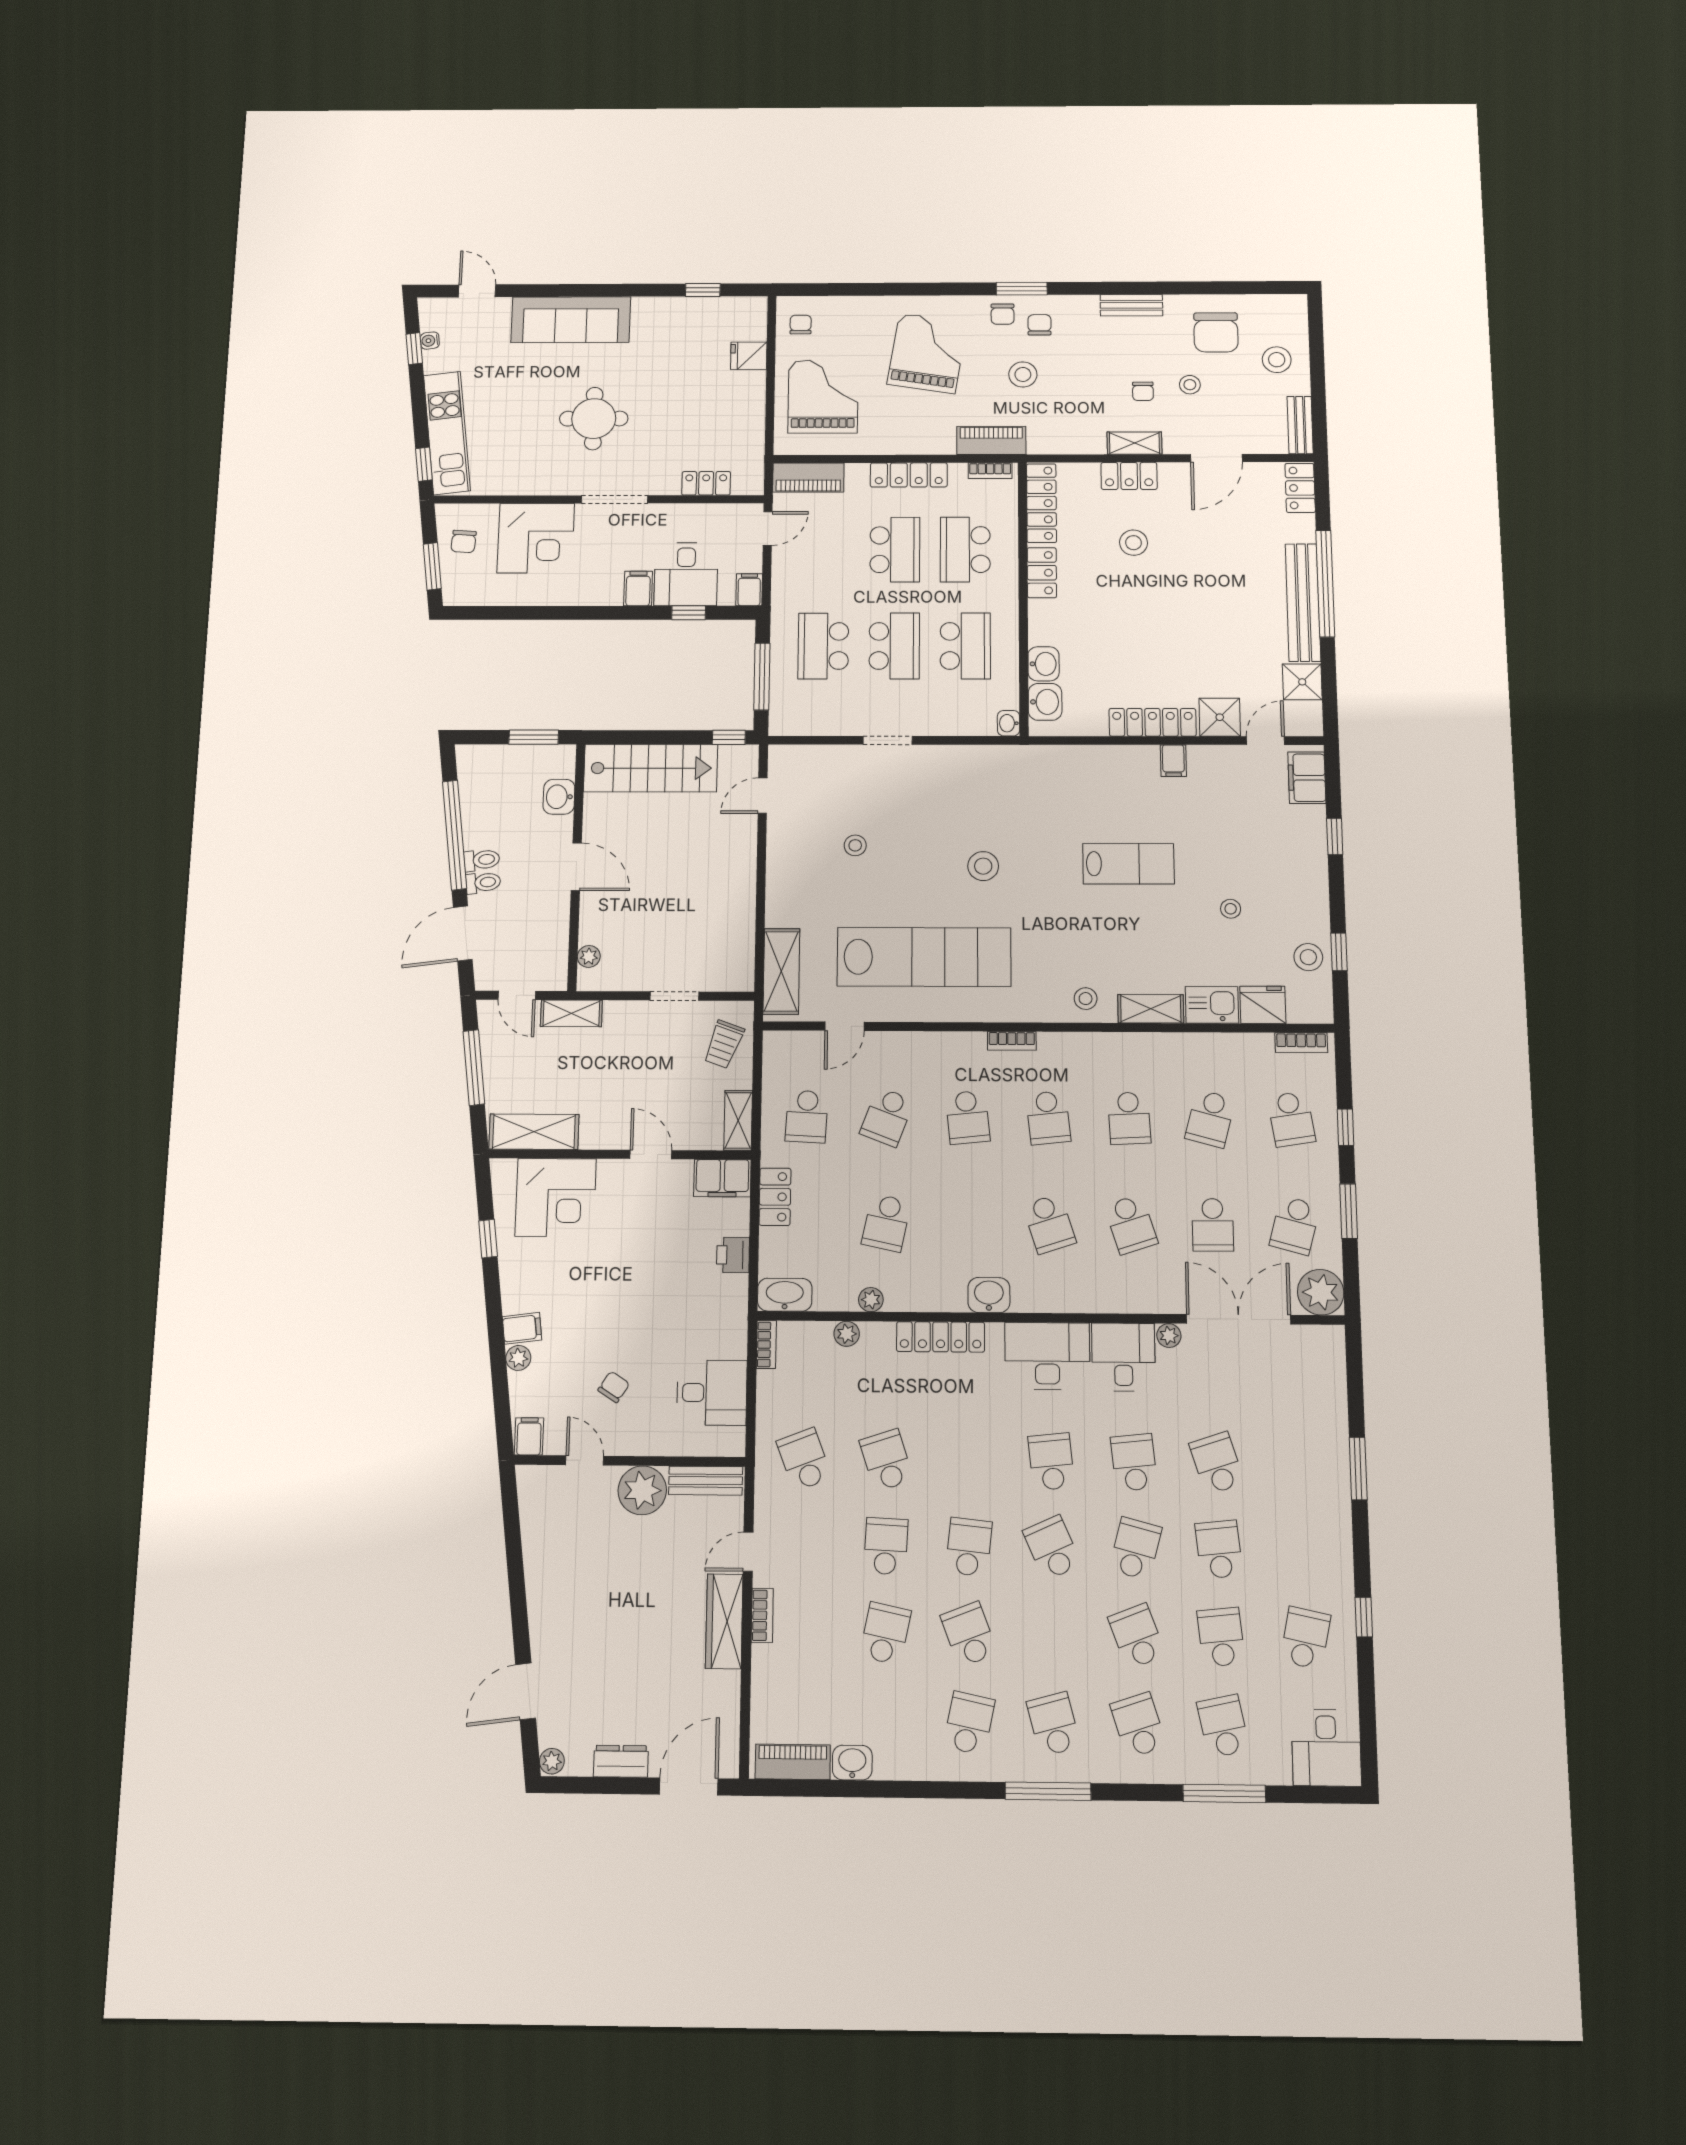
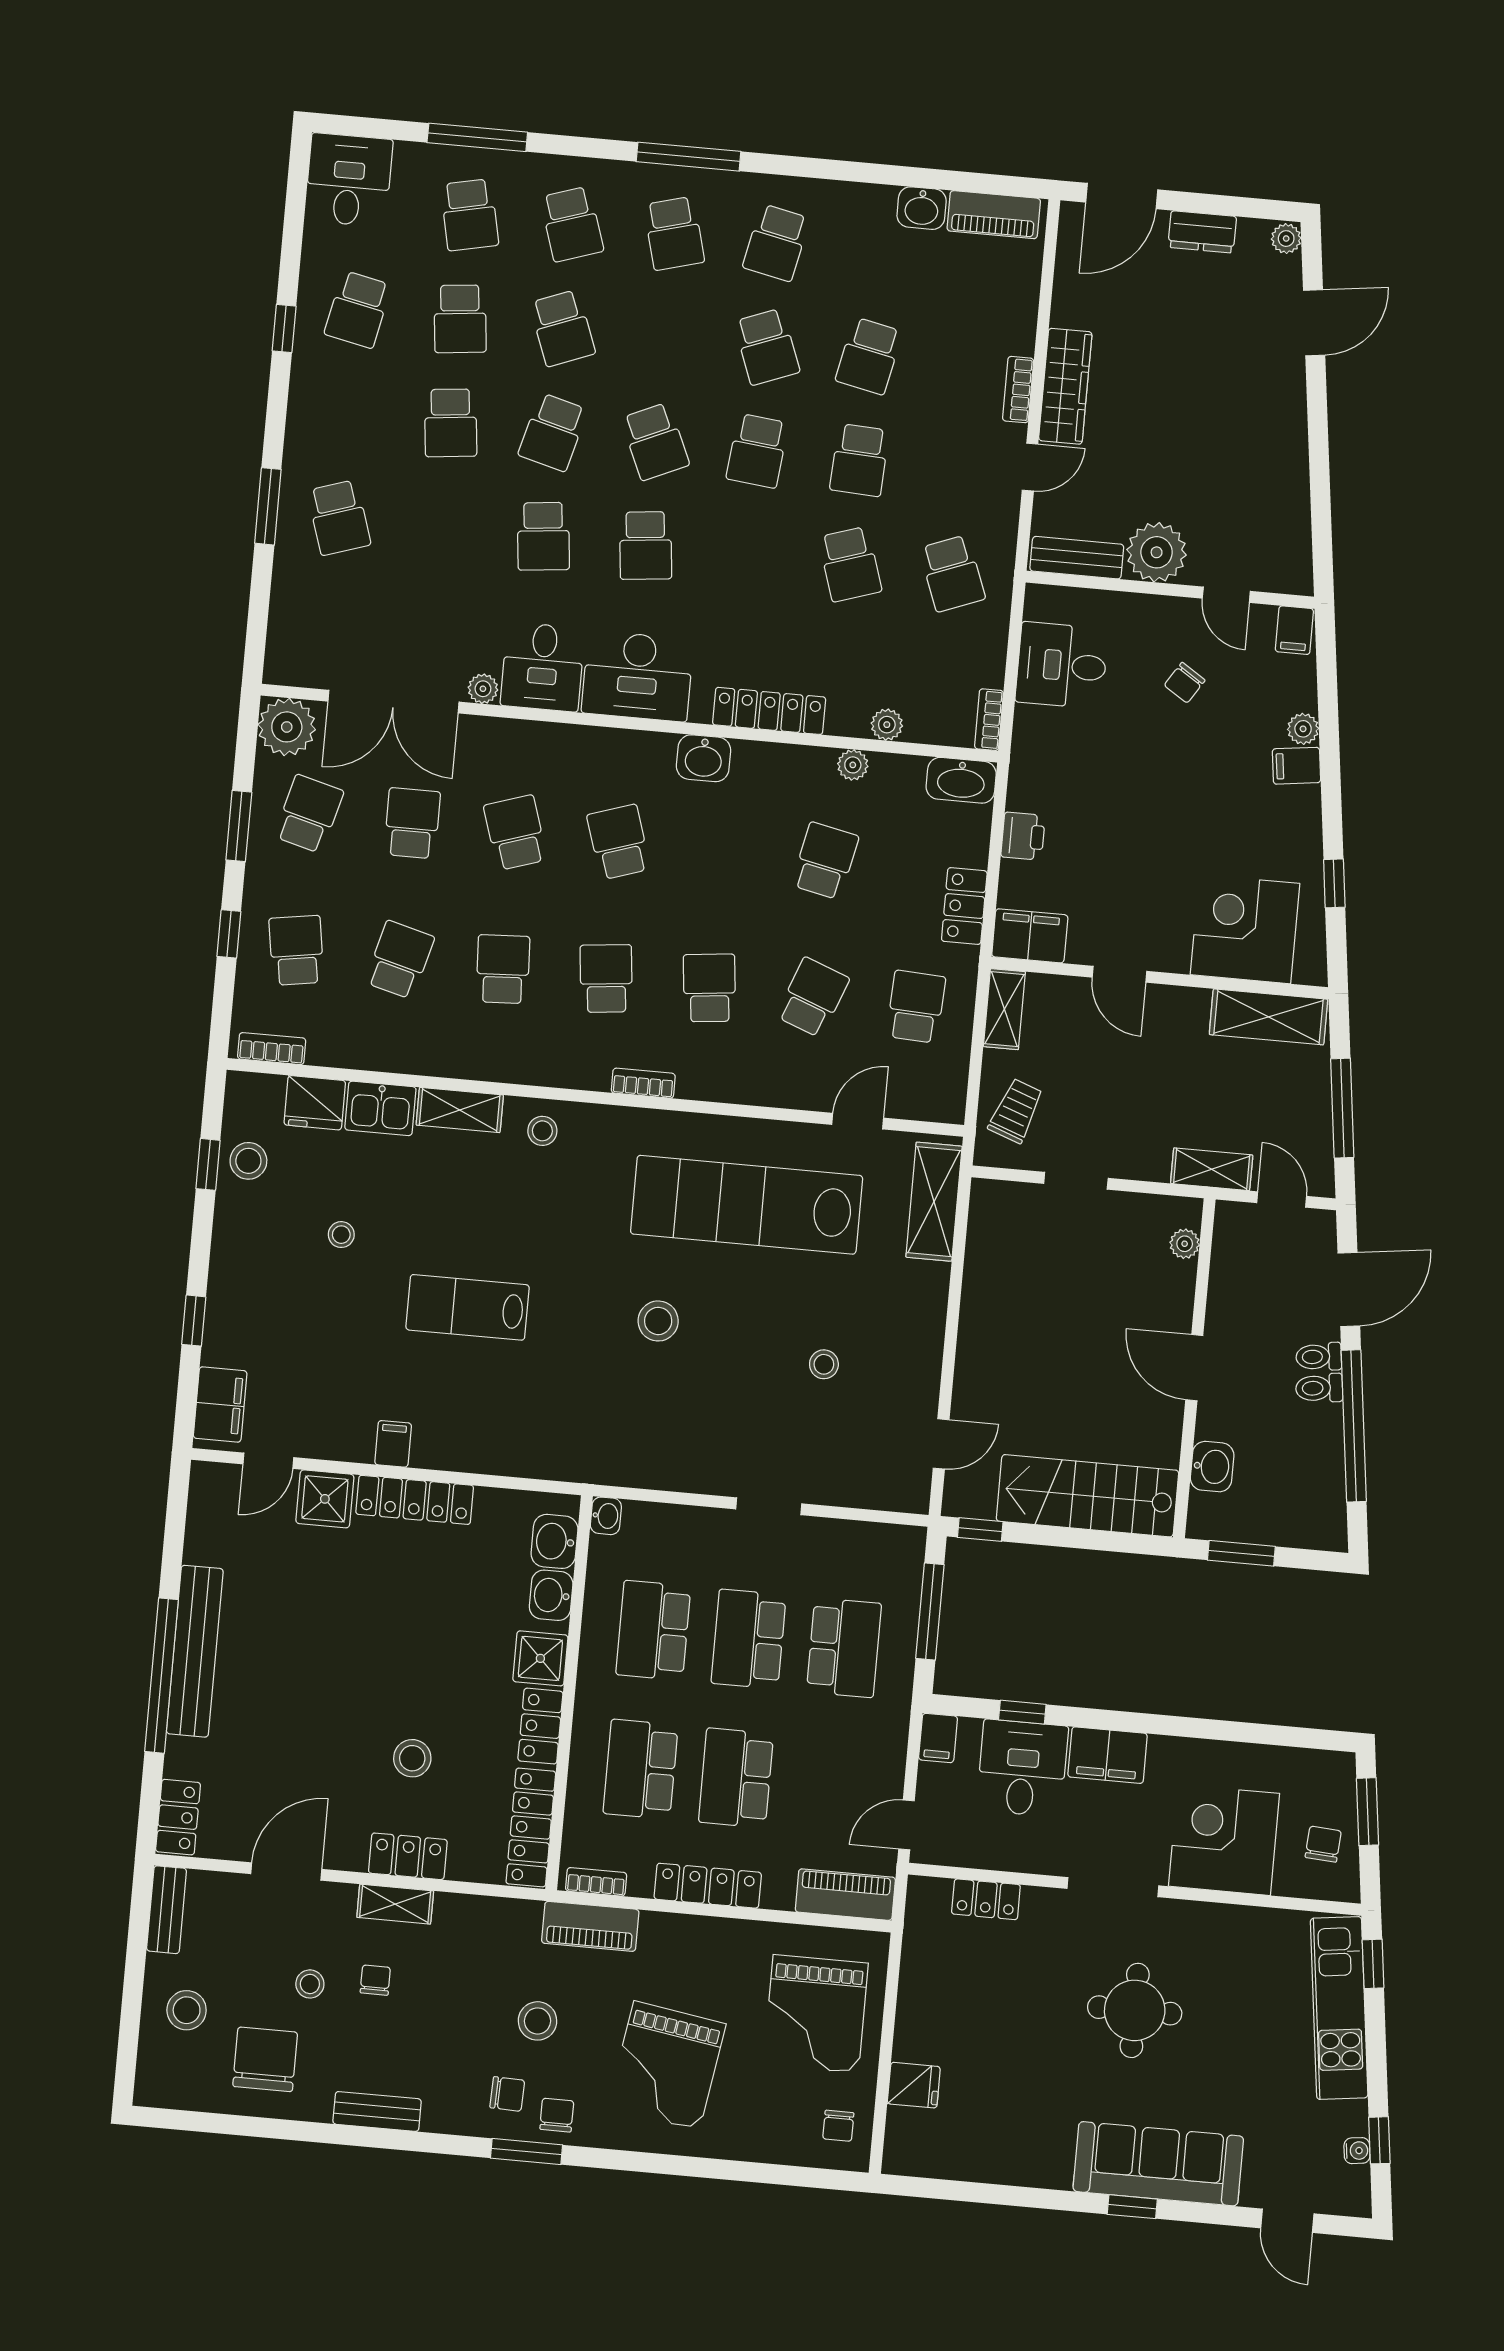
window: (703, 290) -> (1132, 2207), moved
chair: (1039, 325) -> (507, 2094), turned -88
school desk: (965, 550) -> (641, 1769), turned 180
filing cabinet: (638, 589) -> (1108, 1755), width x2.00
shower: (1302, 682) -> (540, 1658), moved
school desk: (1217, 1463) -> (339, 518), moved

